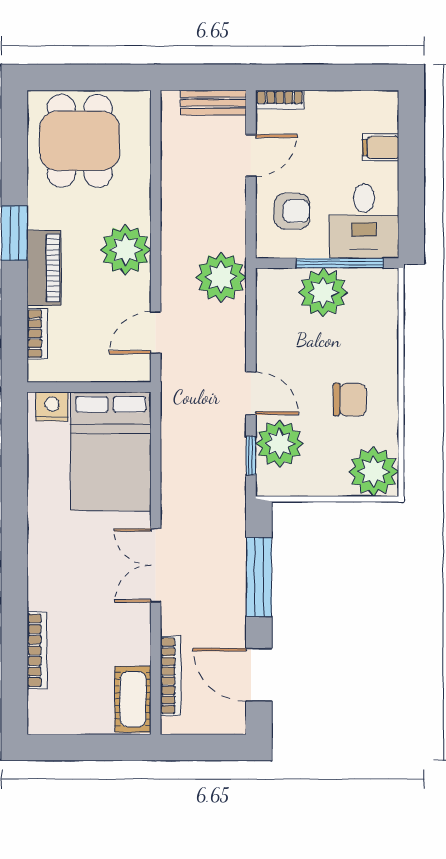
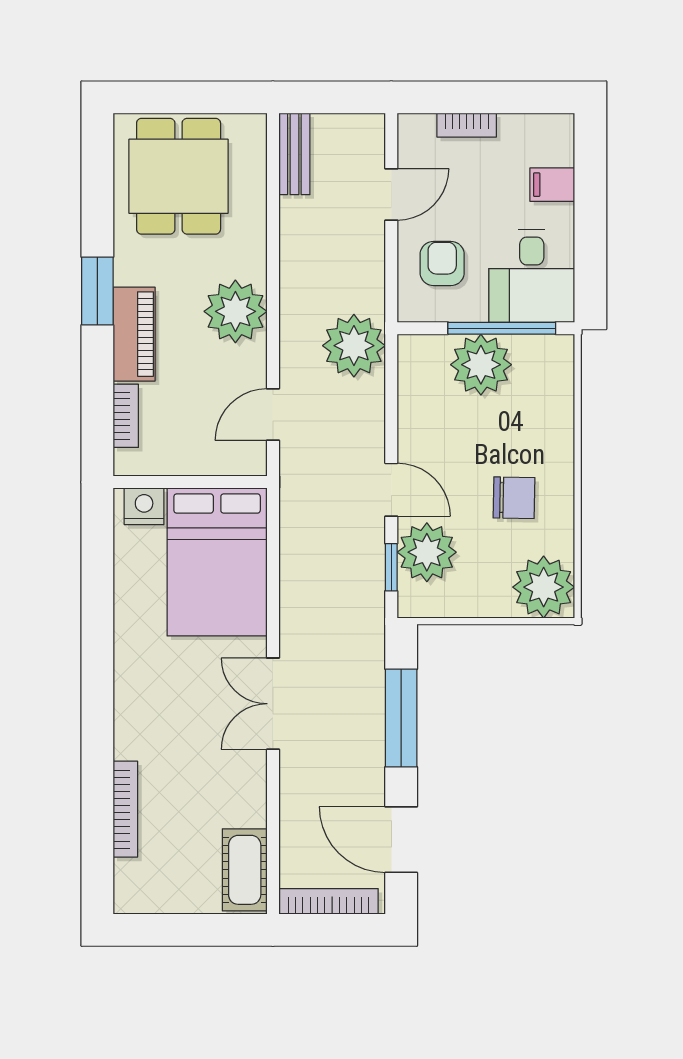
bookcase: (280, 100) -> (467, 125), moved
bench: (213, 103) -> (294, 154), moved, turned 90
armchair: (292, 211) -> (442, 263), turned -90
bookcase: (171, 676) -> (329, 901), moved, turned -90

